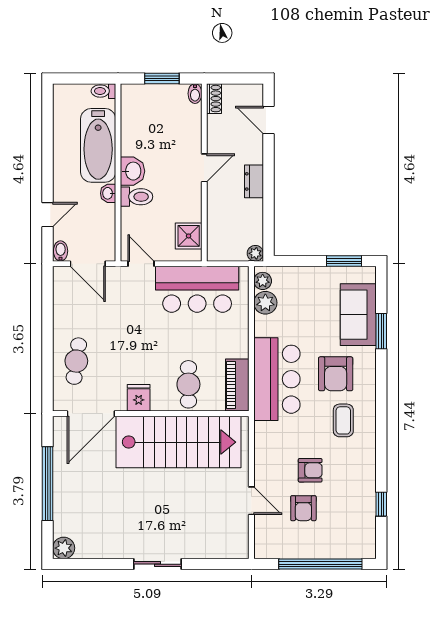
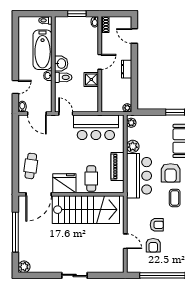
shower: (189, 236) -> (91, 79), moved
plant: (265, 303) -> (133, 146), moved
piano: (237, 385) -> (118, 167), moved
fridge: (139, 398) -> (64, 183), width x1.88, depth x1.34

